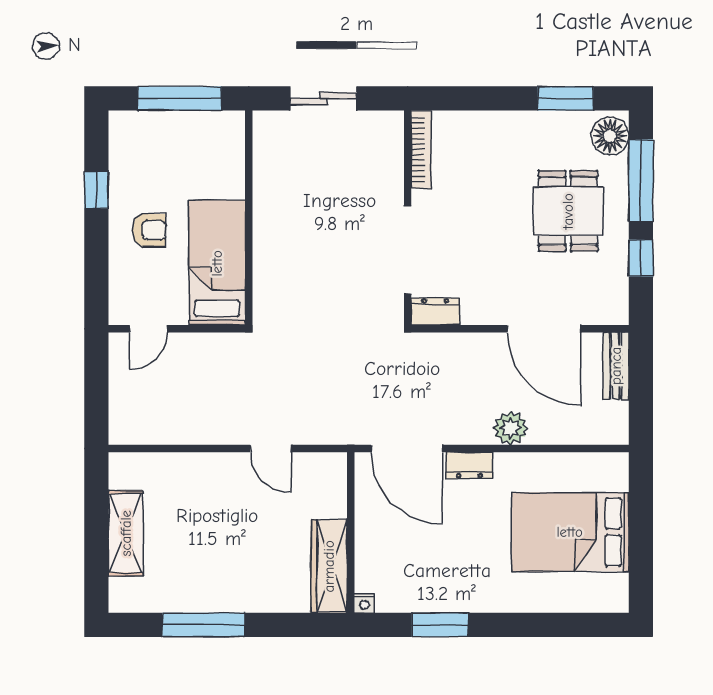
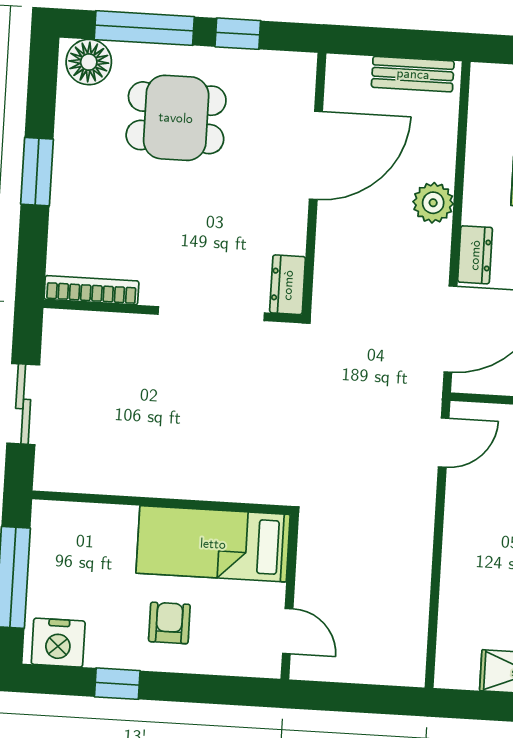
window: (565, 98) -> (37, 172), moved
nightstand: (128, 139) -> (58, 643), added
bench: (616, 366) -> (413, 74), moved
door: (271, 449) -> (444, 443), moved

